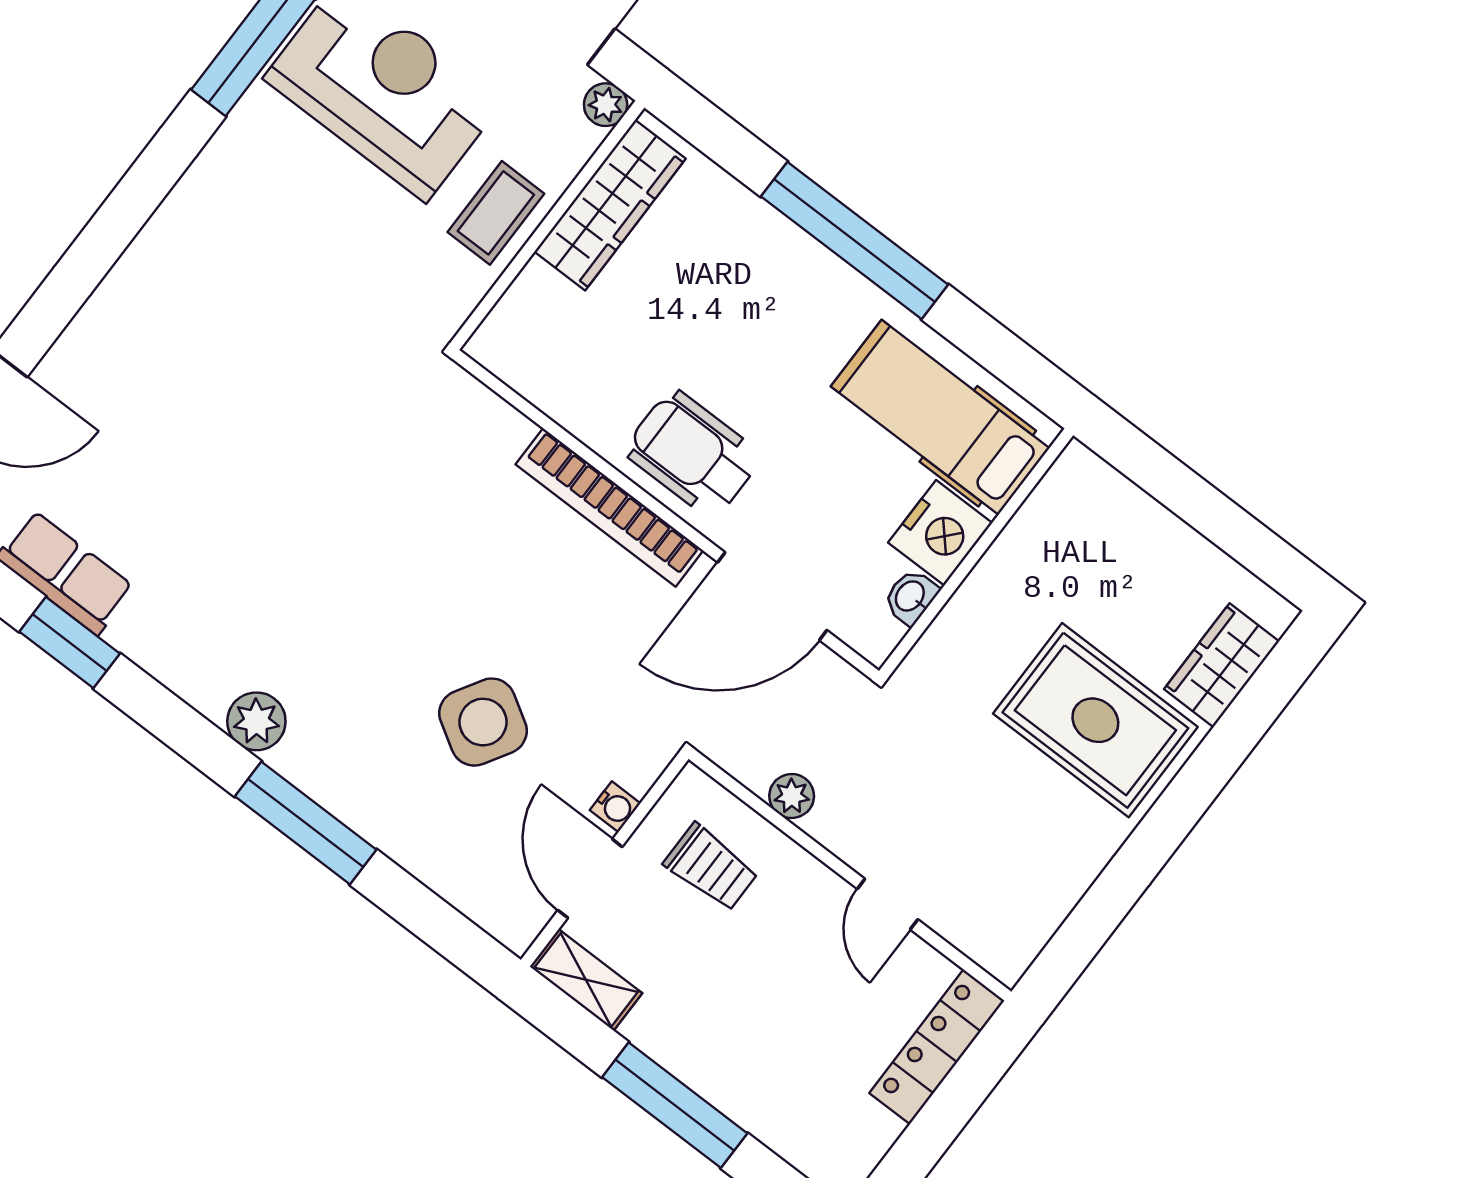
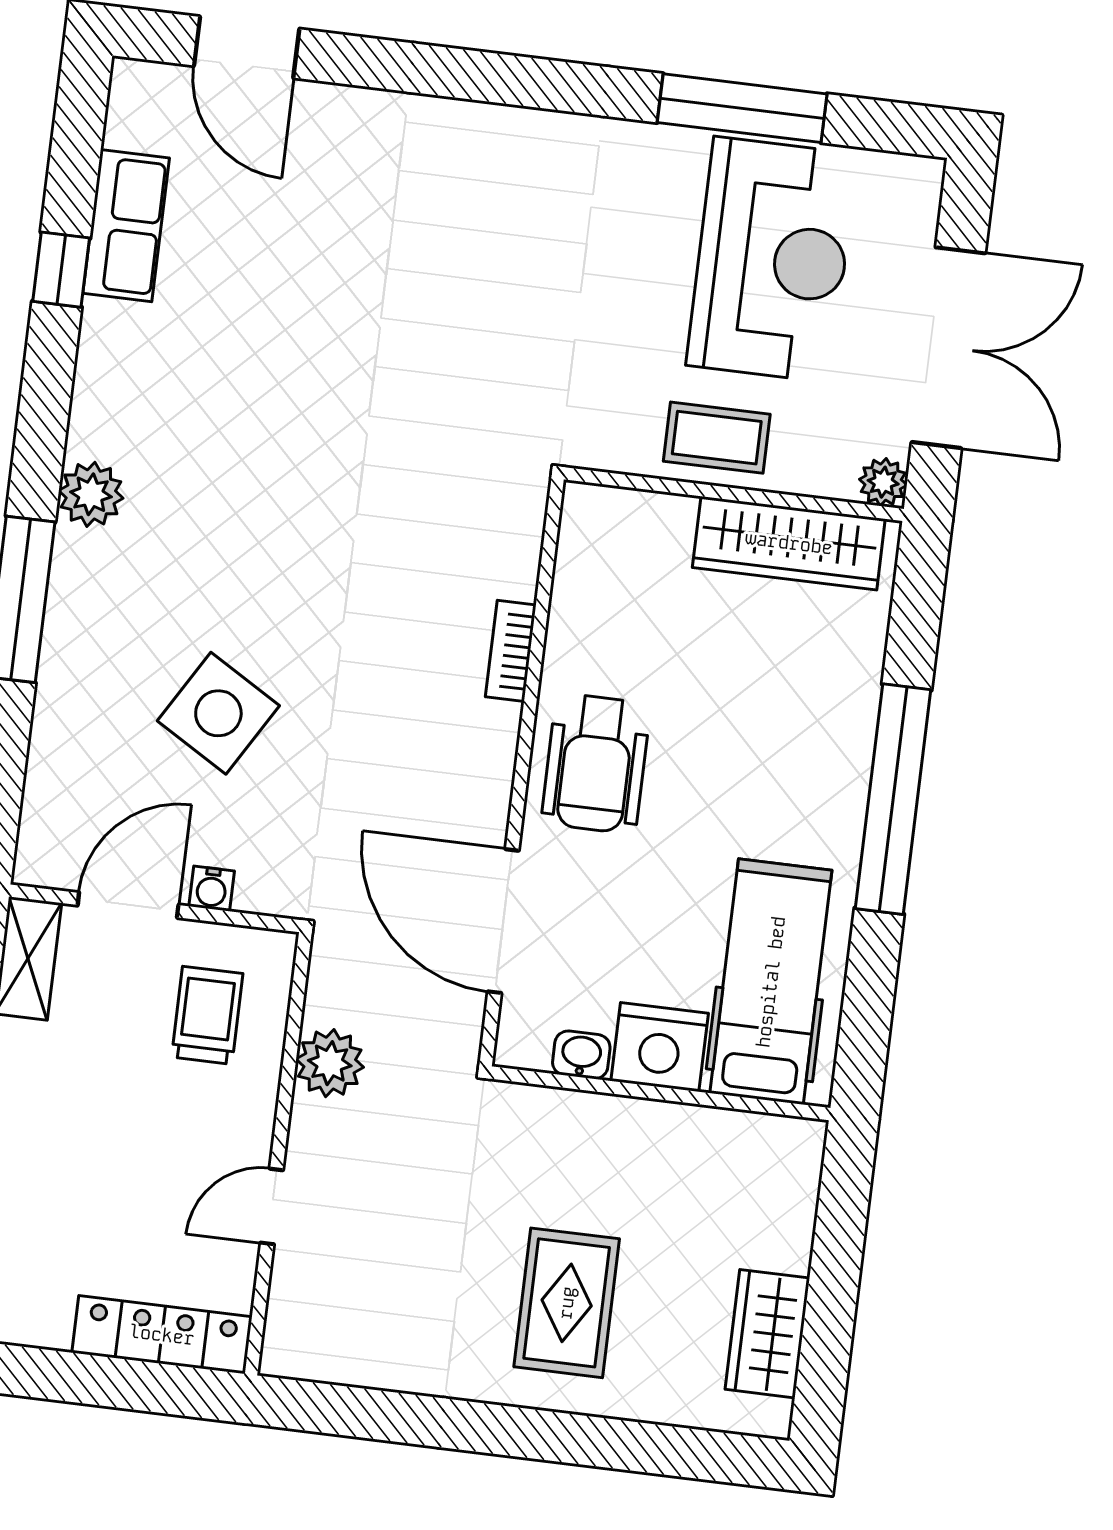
wheelchair: (693, 454) -> (596, 764), turned 180
bookcase: (609, 507) -> (511, 651), width x0.43, depth x0.76
window: (70, 643) -> (61, 270), width x0.67
wardrobe: (1222, 665) -> (767, 1334), moved, turned -90
rug: (1095, 720) -> (567, 1303), width x0.73, depth x0.70
plant: (792, 796) -> (330, 1063), width x1.38, depth x1.38
trolley: (711, 867) -> (207, 1015), turned 180

